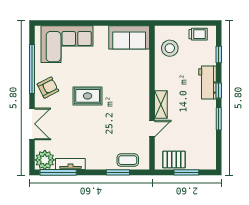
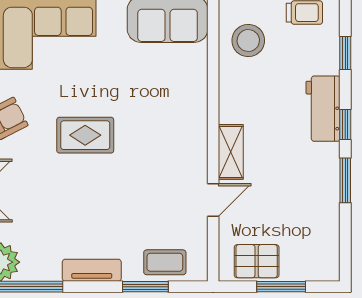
tv unit: (70, 164) -> (92, 270), moved

